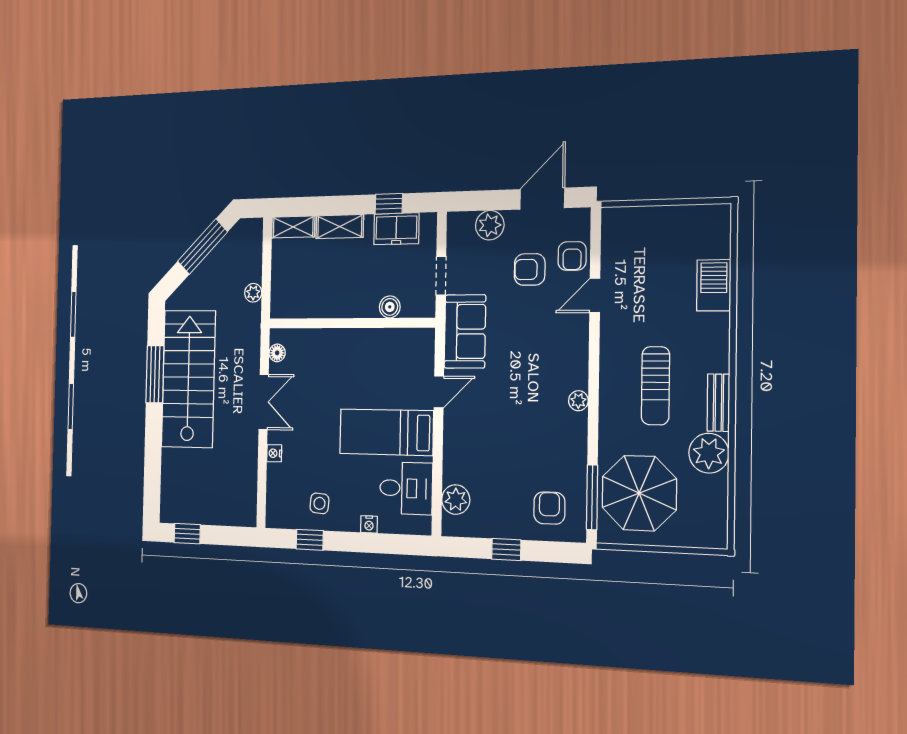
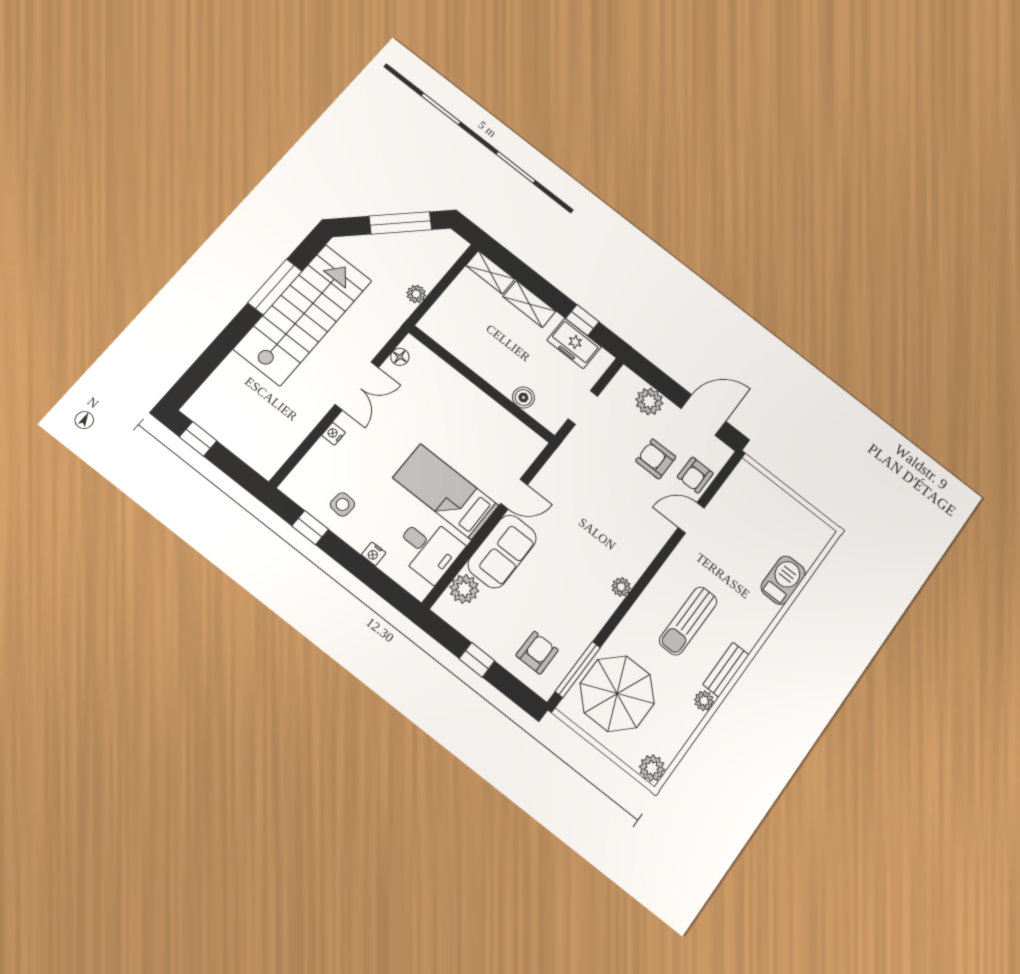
sofa: (465, 331) -> (502, 551), moved
plant: (709, 453) -> (704, 701), width x0.53, depth x0.53
plant: (714, 535) -> (652, 768), added

